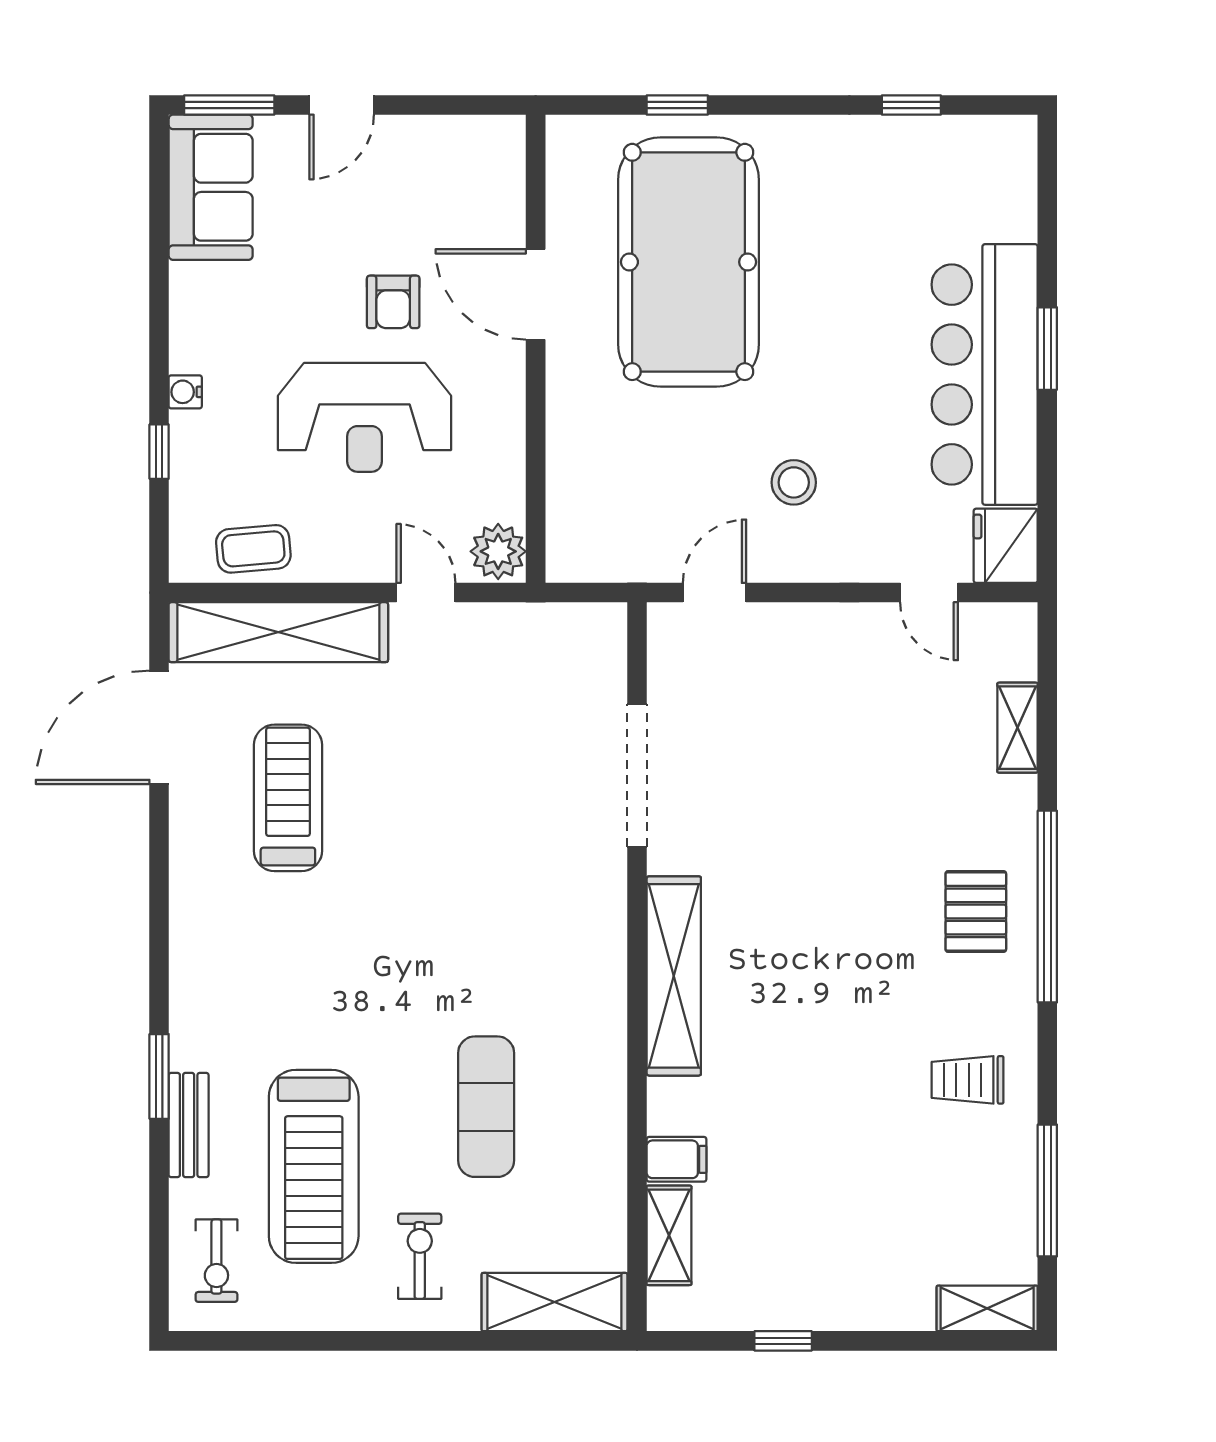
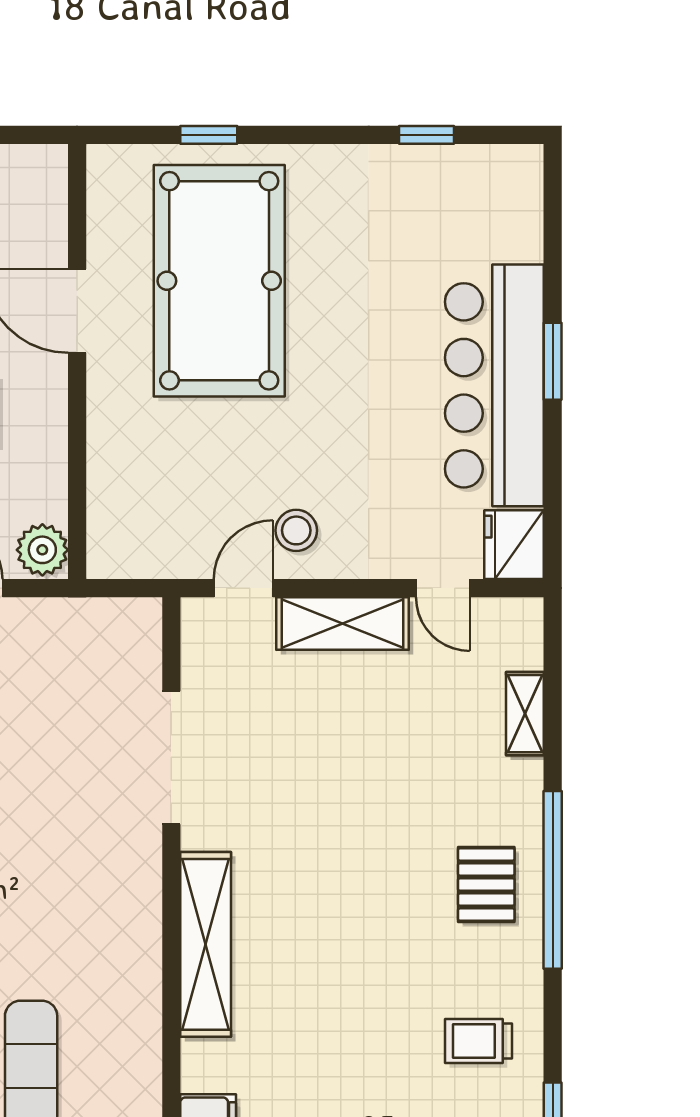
stool: (794, 482) -> (296, 530), moved
shelving: (821, 631) -> (342, 623), added

